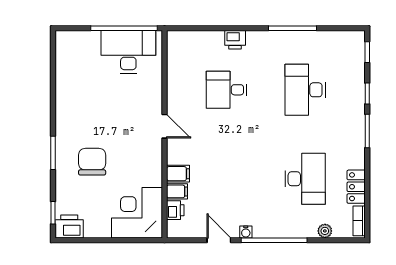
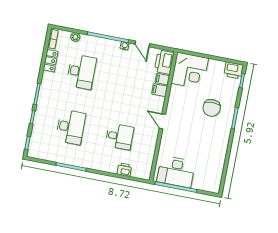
printer: (235, 40) -> (124, 170), moved
desk: (305, 179) -> (81, 72), turned 180
printer: (175, 210) -> (164, 62), width x1.87, depth x1.48

